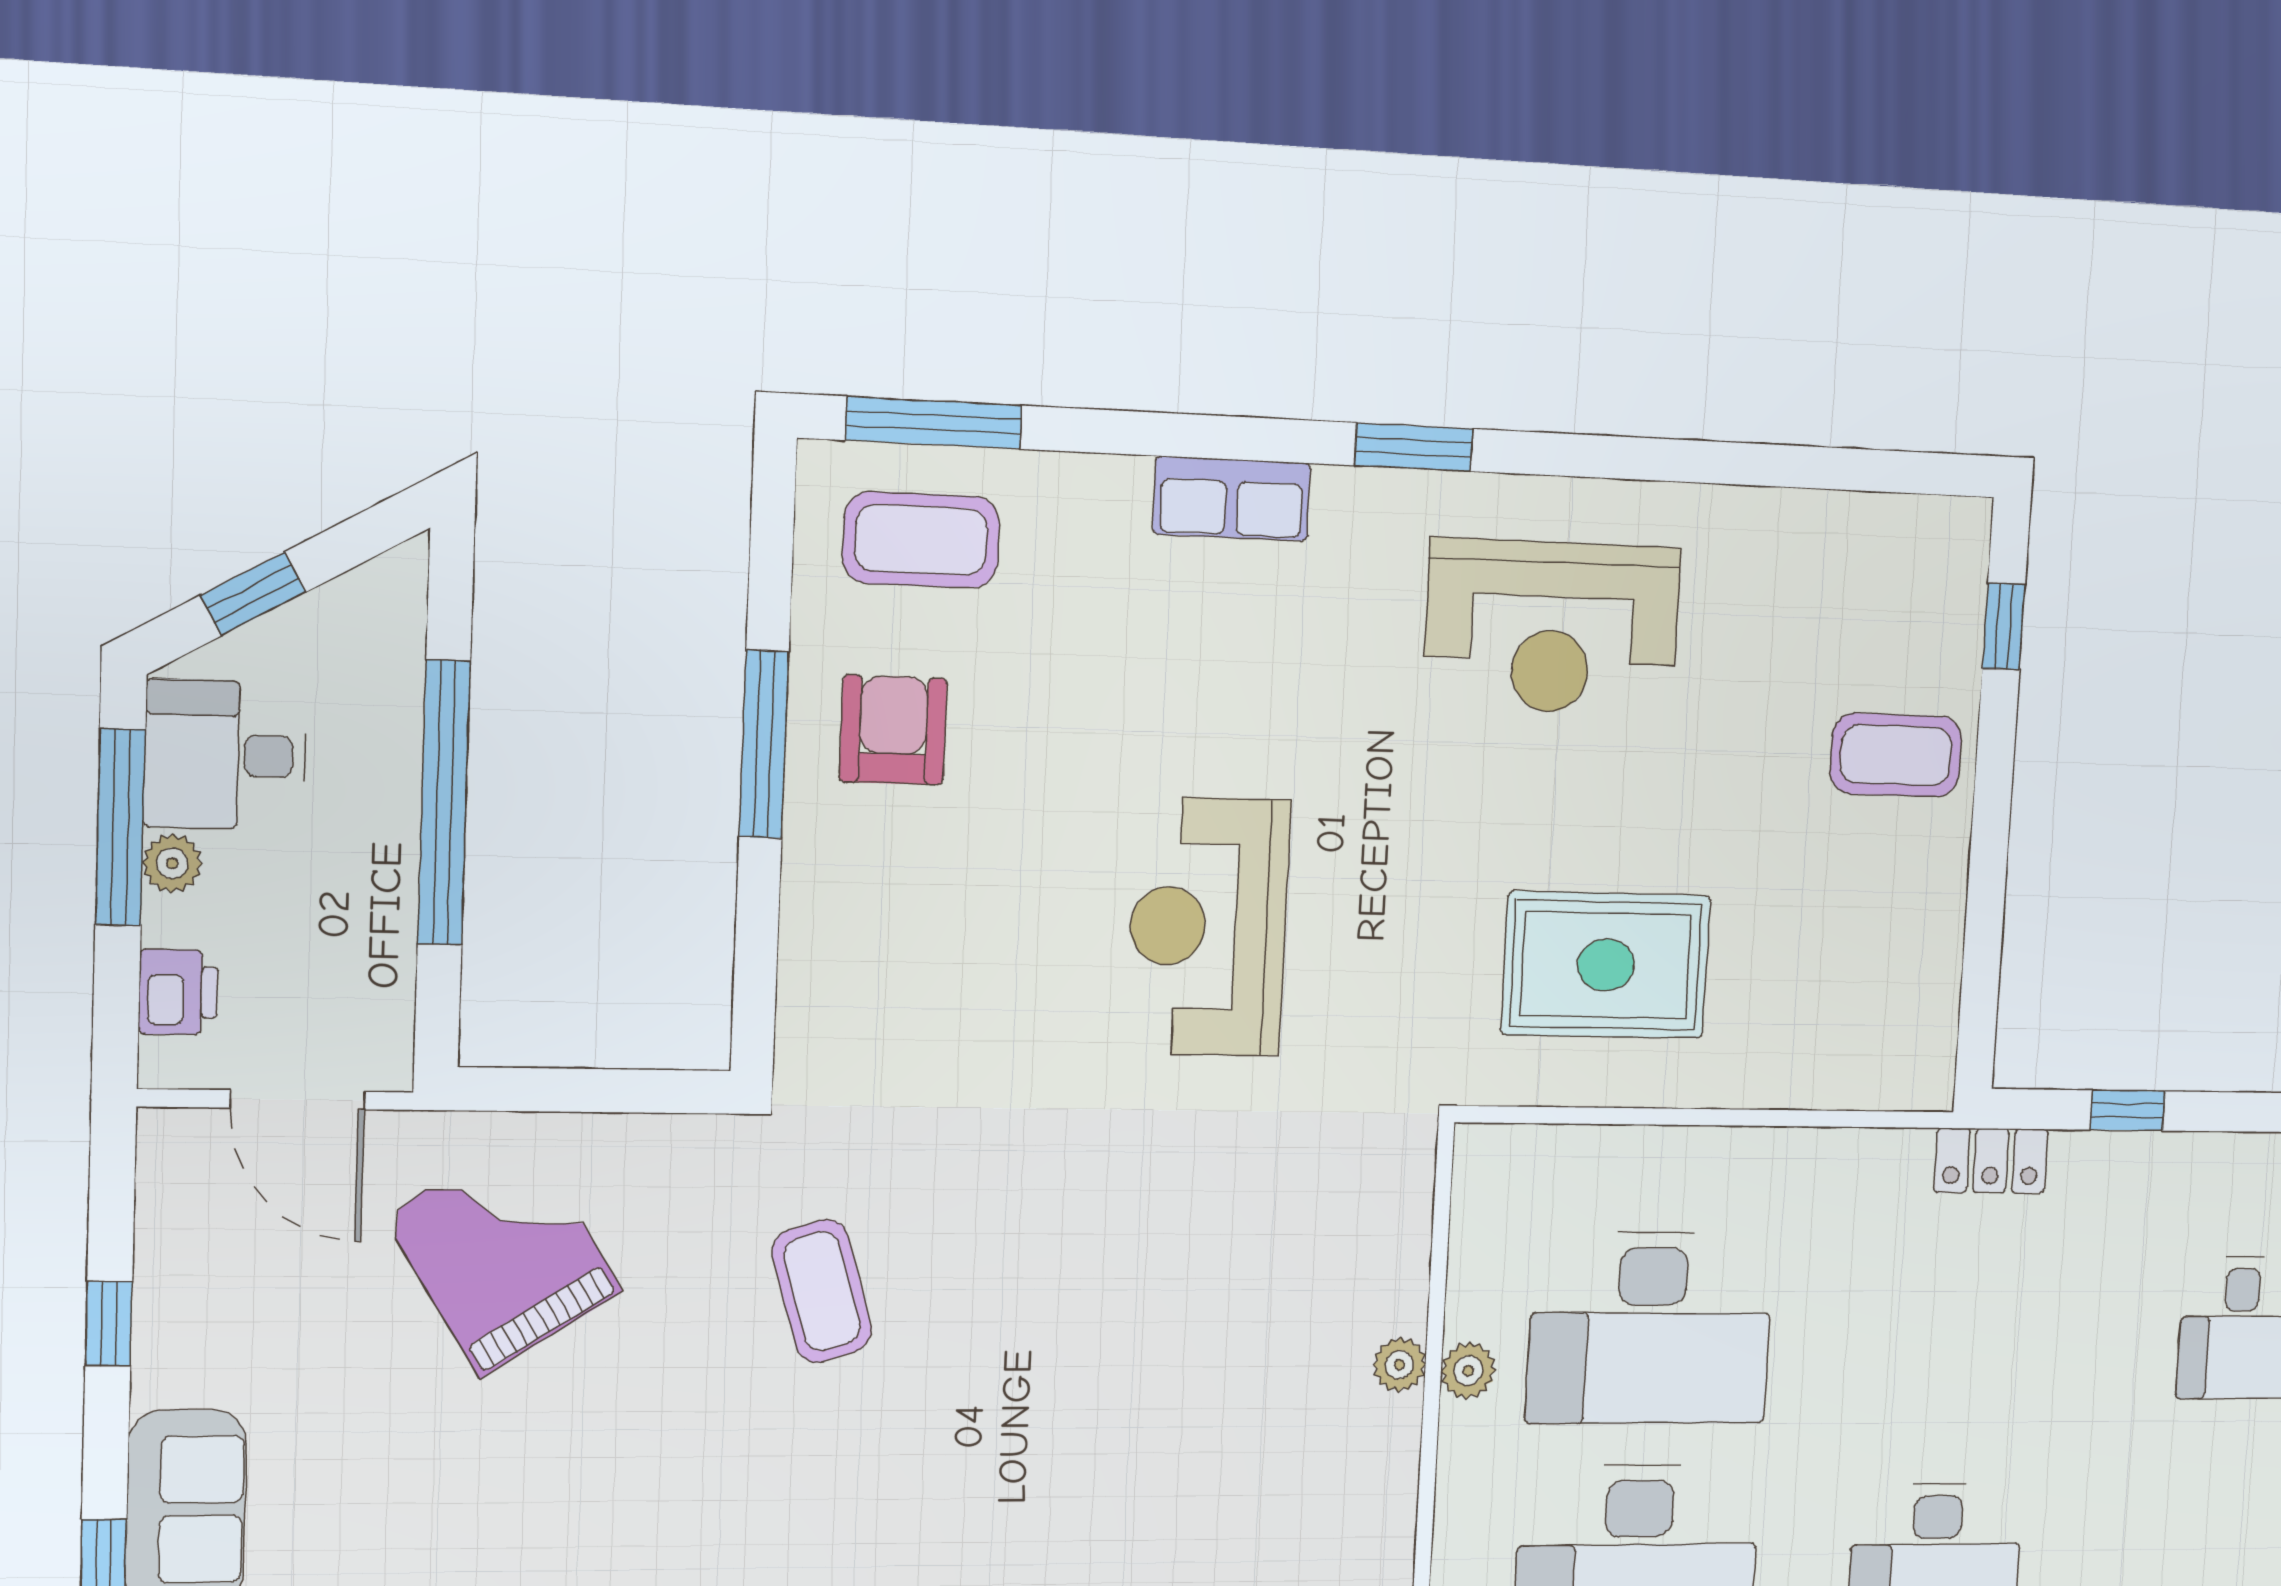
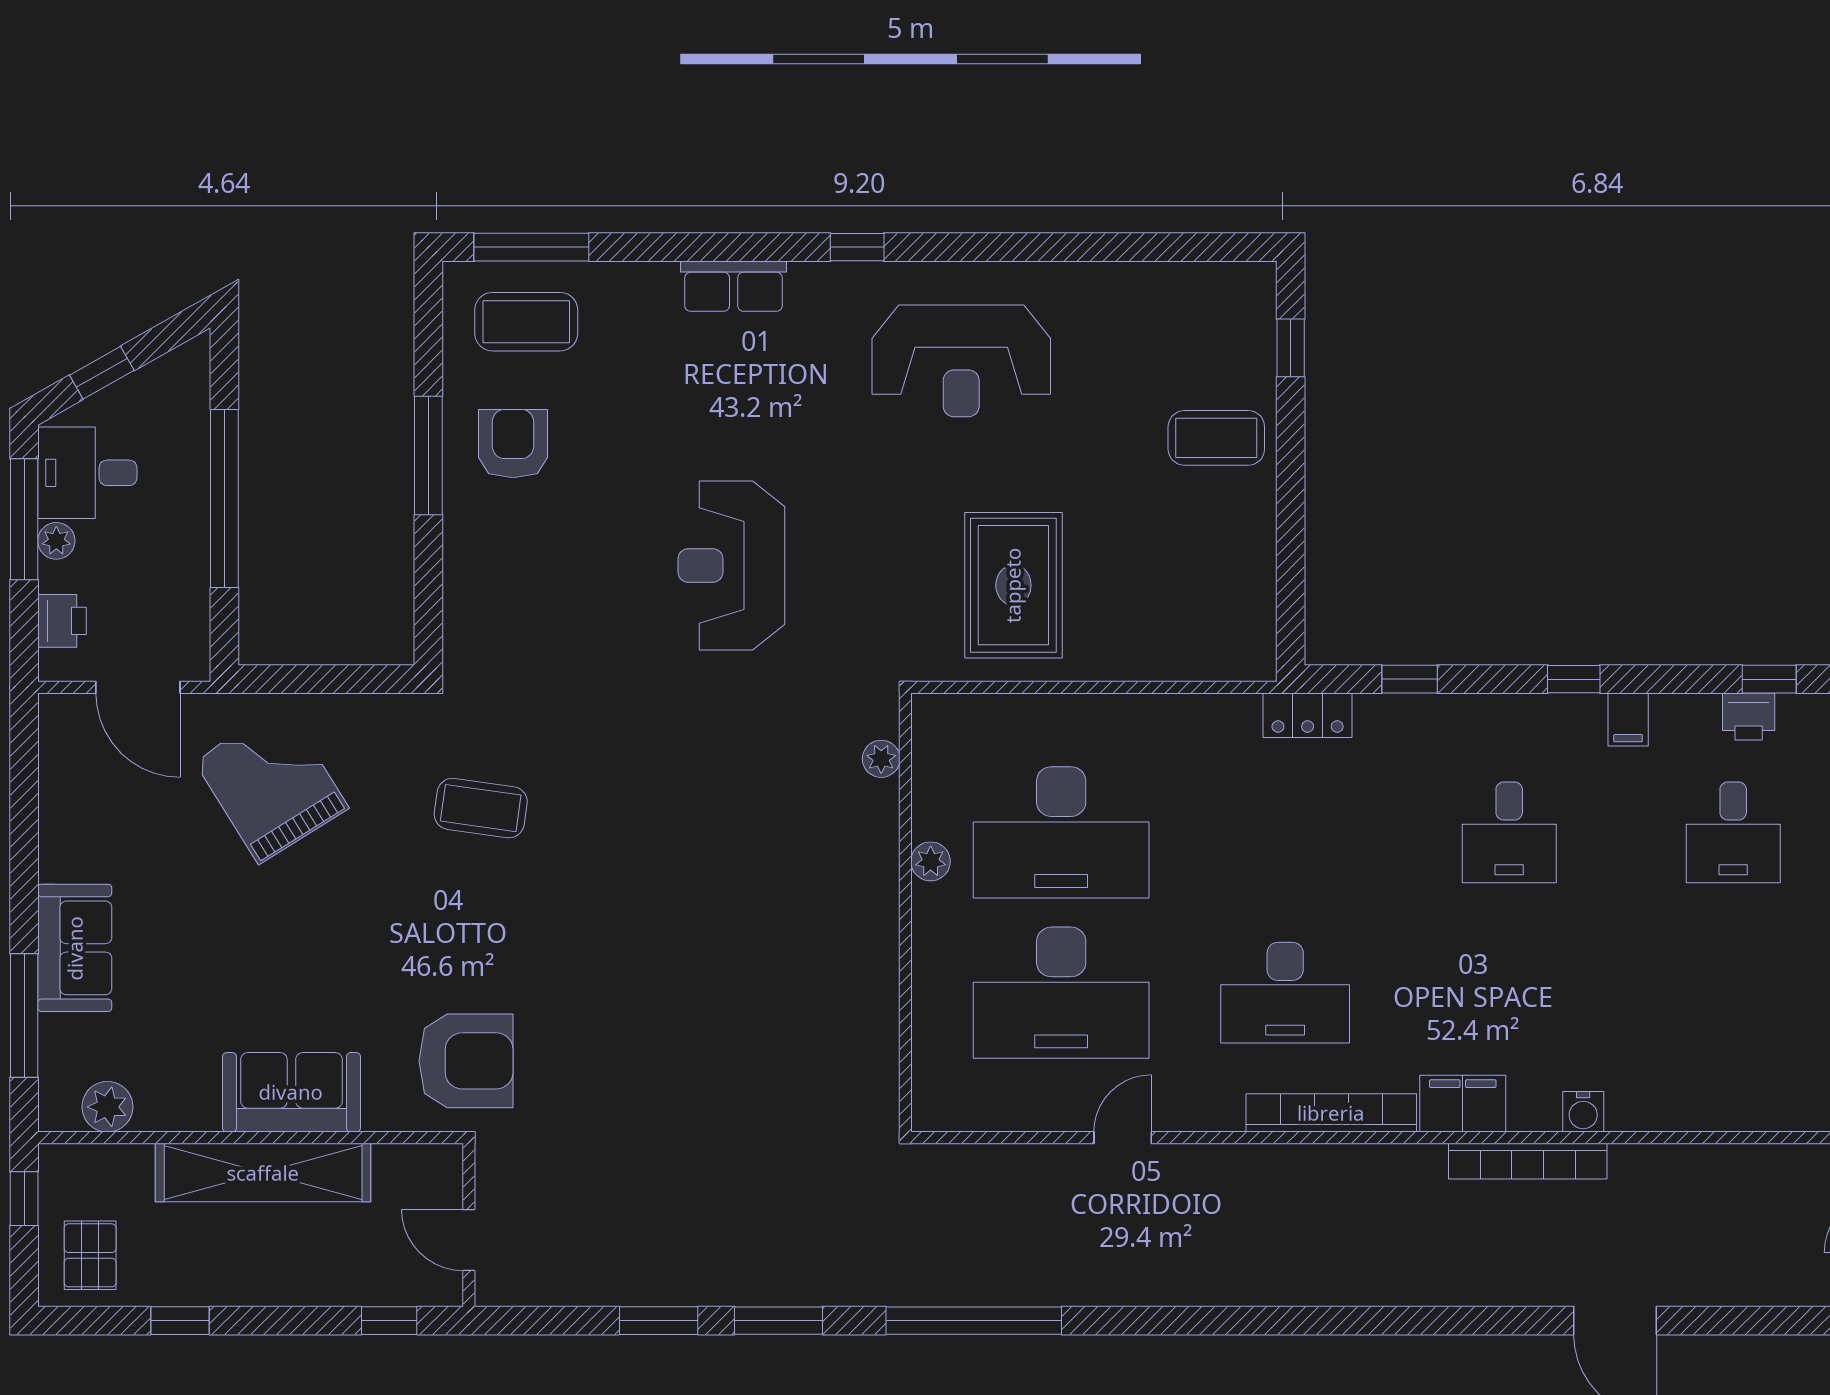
window: (1414, 447) -> (857, 247), width x0.67
rug: (1606, 965) -> (1013, 585), turned 90
coffee table: (822, 1291) -> (481, 808), turned -65
window: (109, 1324) -> (24, 830), removed
plant: (1399, 1365) -> (881, 759), moved

